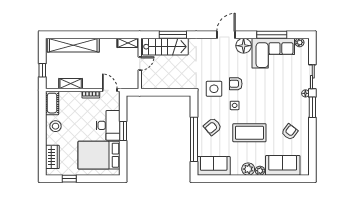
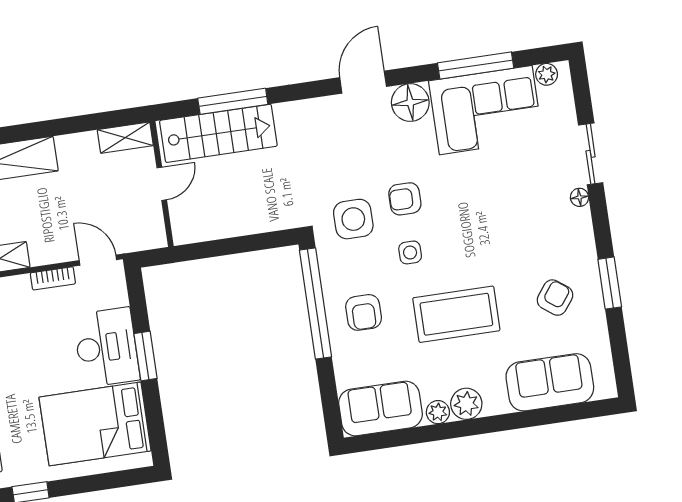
window: (312, 107) -> (610, 283), moved
armchair: (213, 127) -> (364, 312), turned -50
window: (194, 139) -> (315, 304), moved
plant: (260, 171) -> (438, 412), moved

